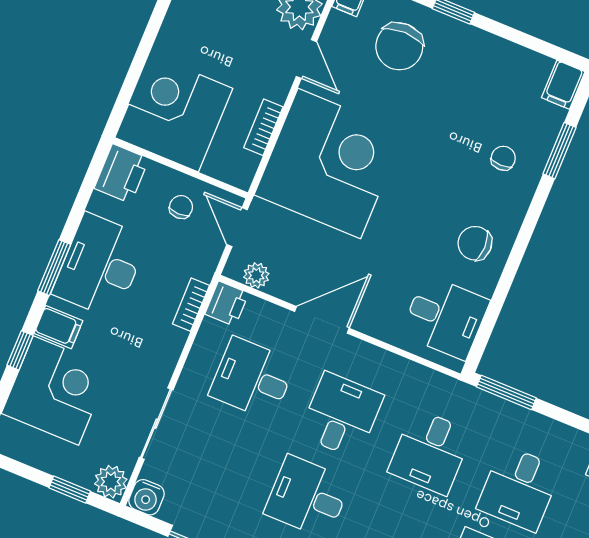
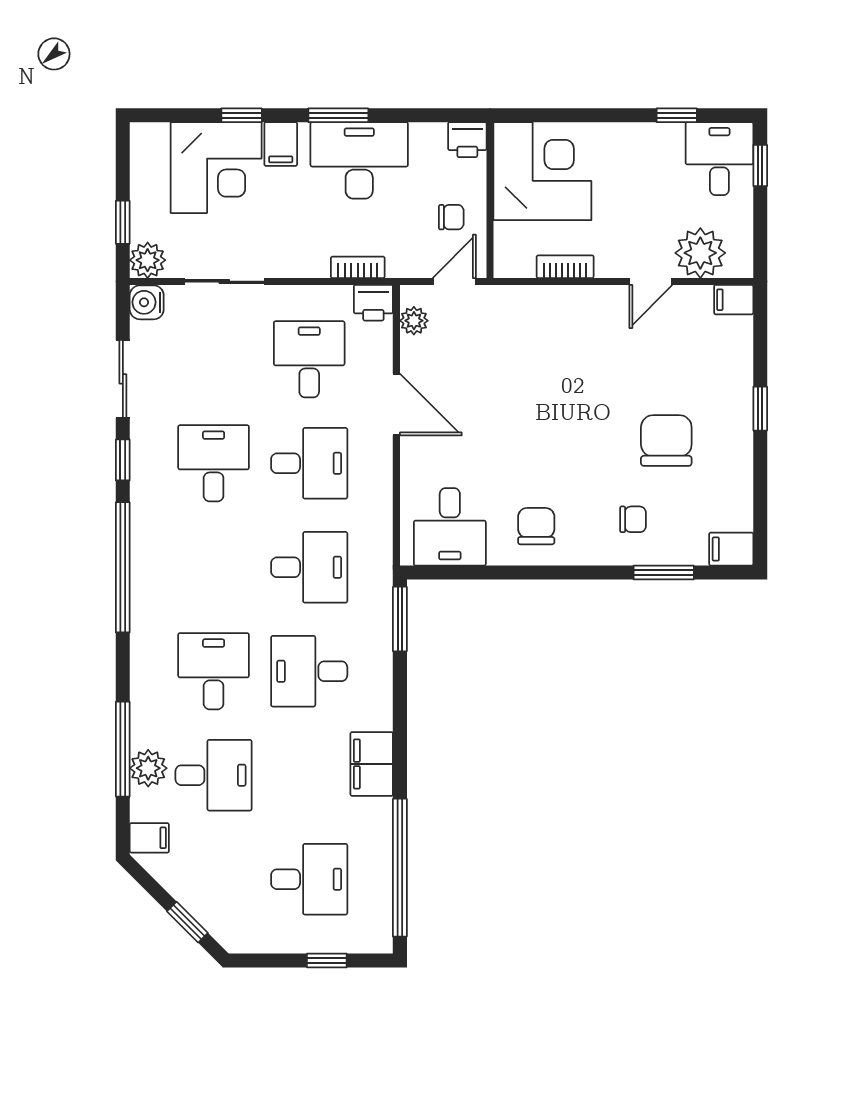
chair: (399, 46) -> (666, 440), moved, turned 90
corner desk: (329, 164) -> (556, 347), removed
printer: (122, 174) -> (467, 140), width x0.73, depth x0.81
desk: (430, 452) -> (309, 567), turned 180

